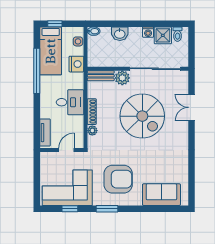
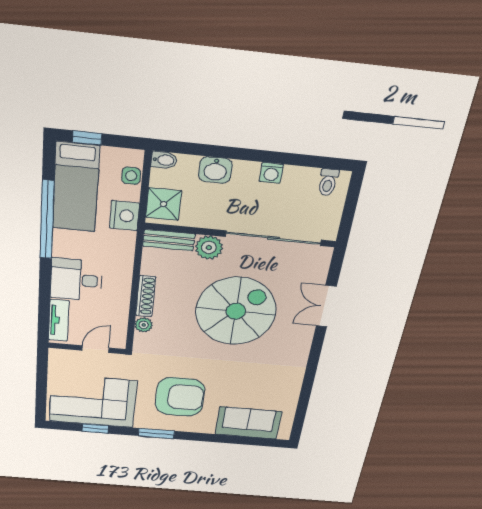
shower: (163, 35) -> (163, 204), moved
desk: (70, 102) -> (76, 280), moved, turned 180
spiral stairs: (142, 116) -> (236, 311), turned -90

